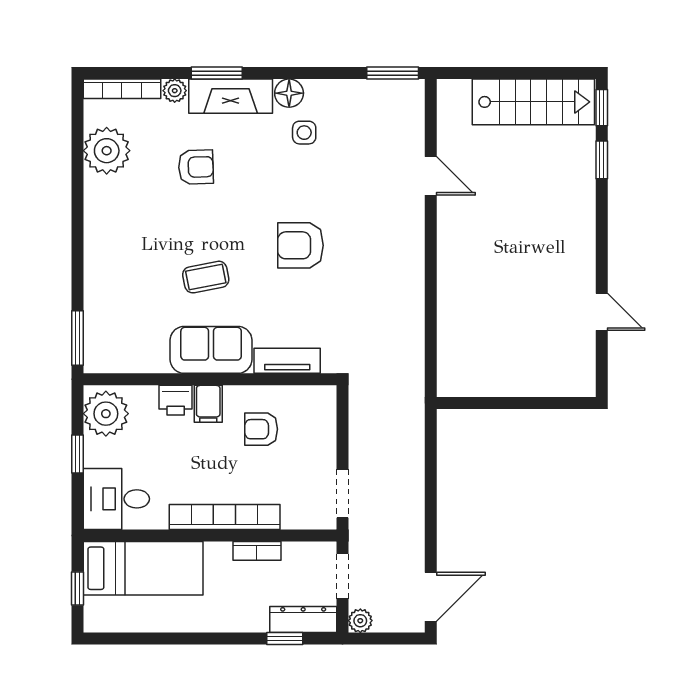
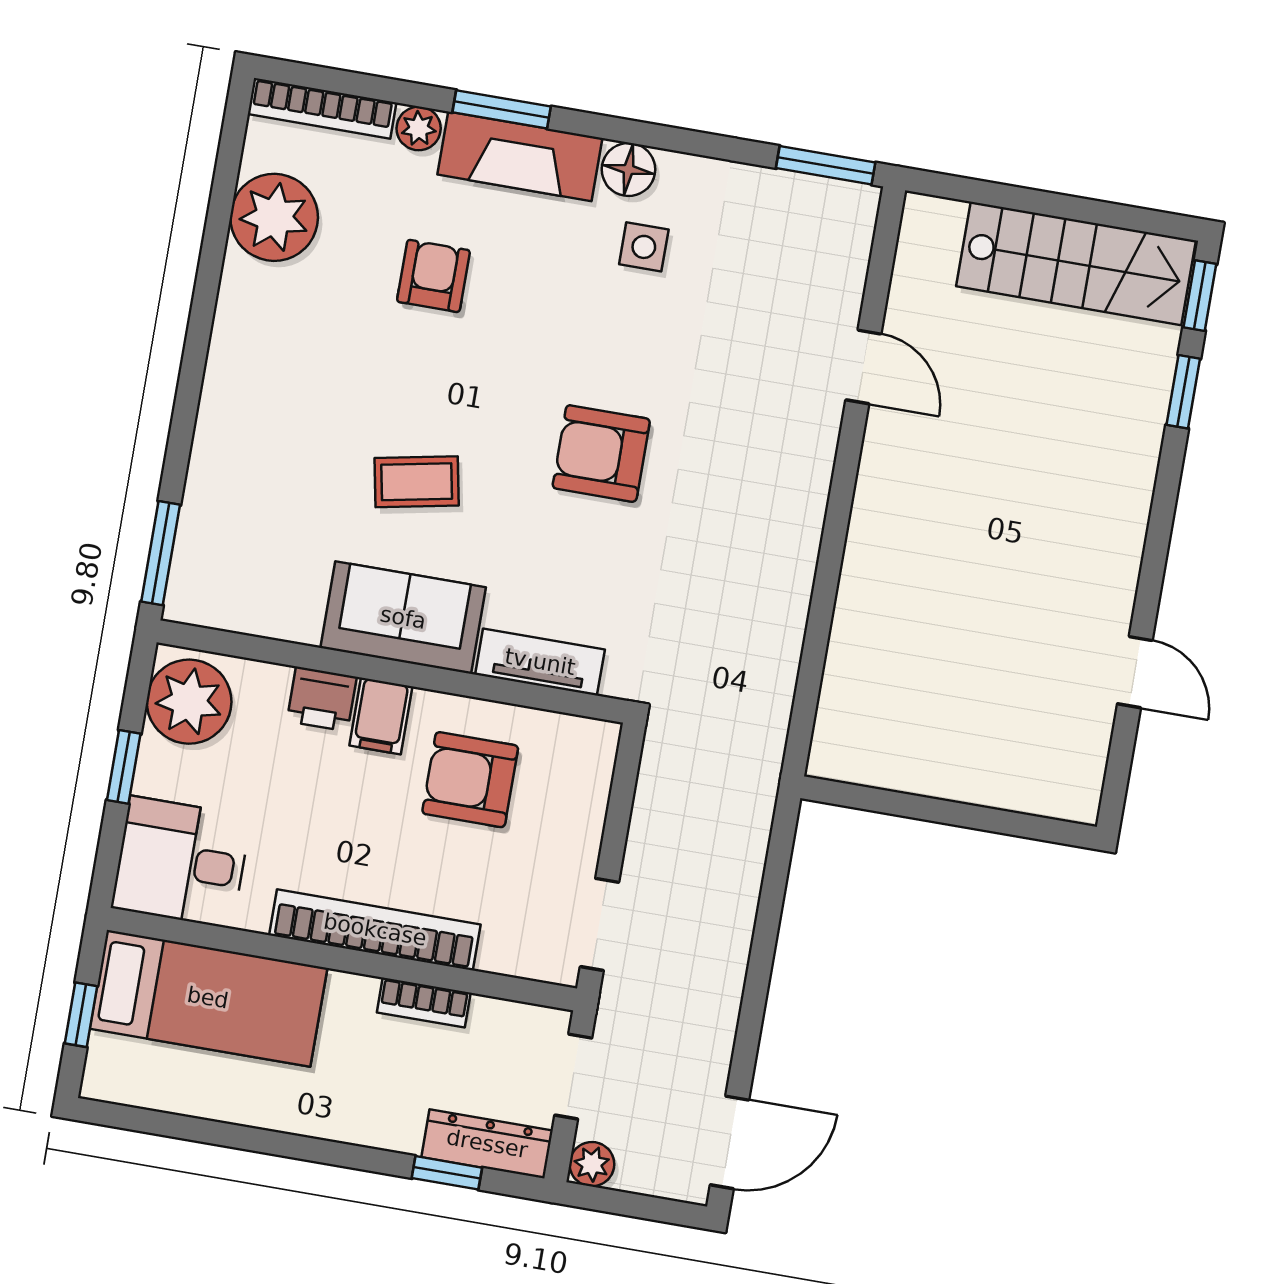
armchair: (196, 167) -> (433, 276), turned -88
armchair: (261, 429) -> (470, 780), width x1.38, depth x1.38

